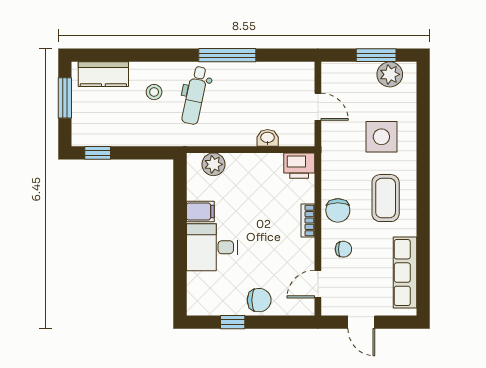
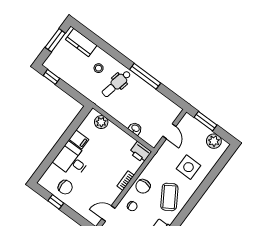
window: (376, 55) -> (206, 121), moved
coffee table: (386, 198) -> (169, 197), turned -32
chair: (259, 300) -> (65, 187), moved

